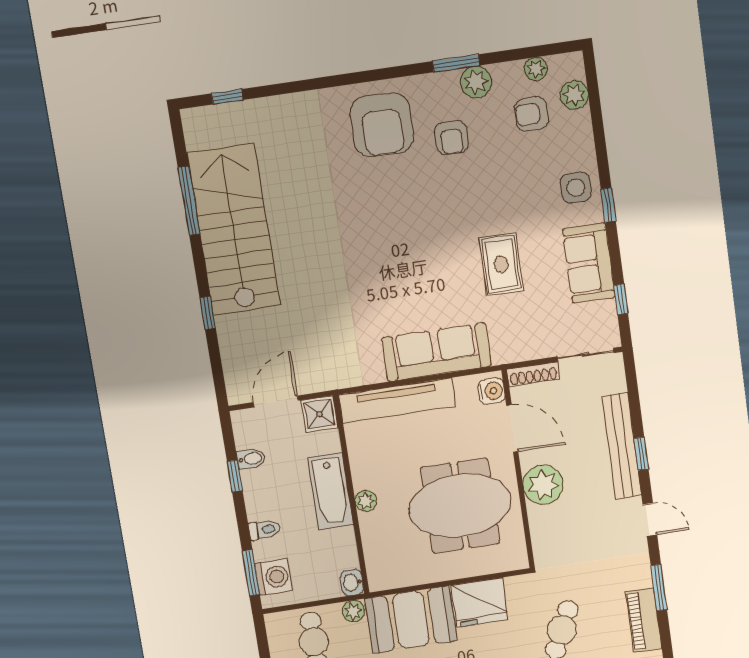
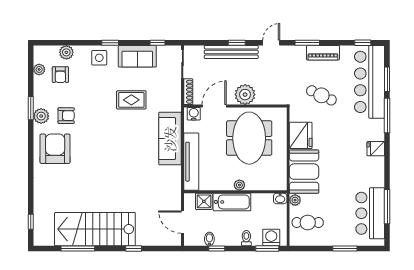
plant: (476, 82) -> (41, 116), moved
plant: (574, 95) -> (66, 52), moved
armchair: (382, 125) -> (55, 149), turned -90
shower: (320, 414) -> (204, 201), moved

